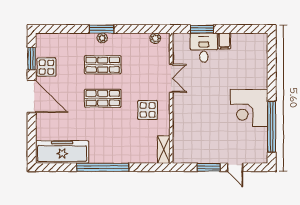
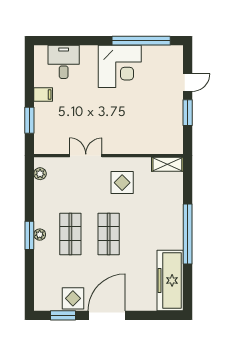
desk: (204, 48) -> (64, 62), moved, turned 90

